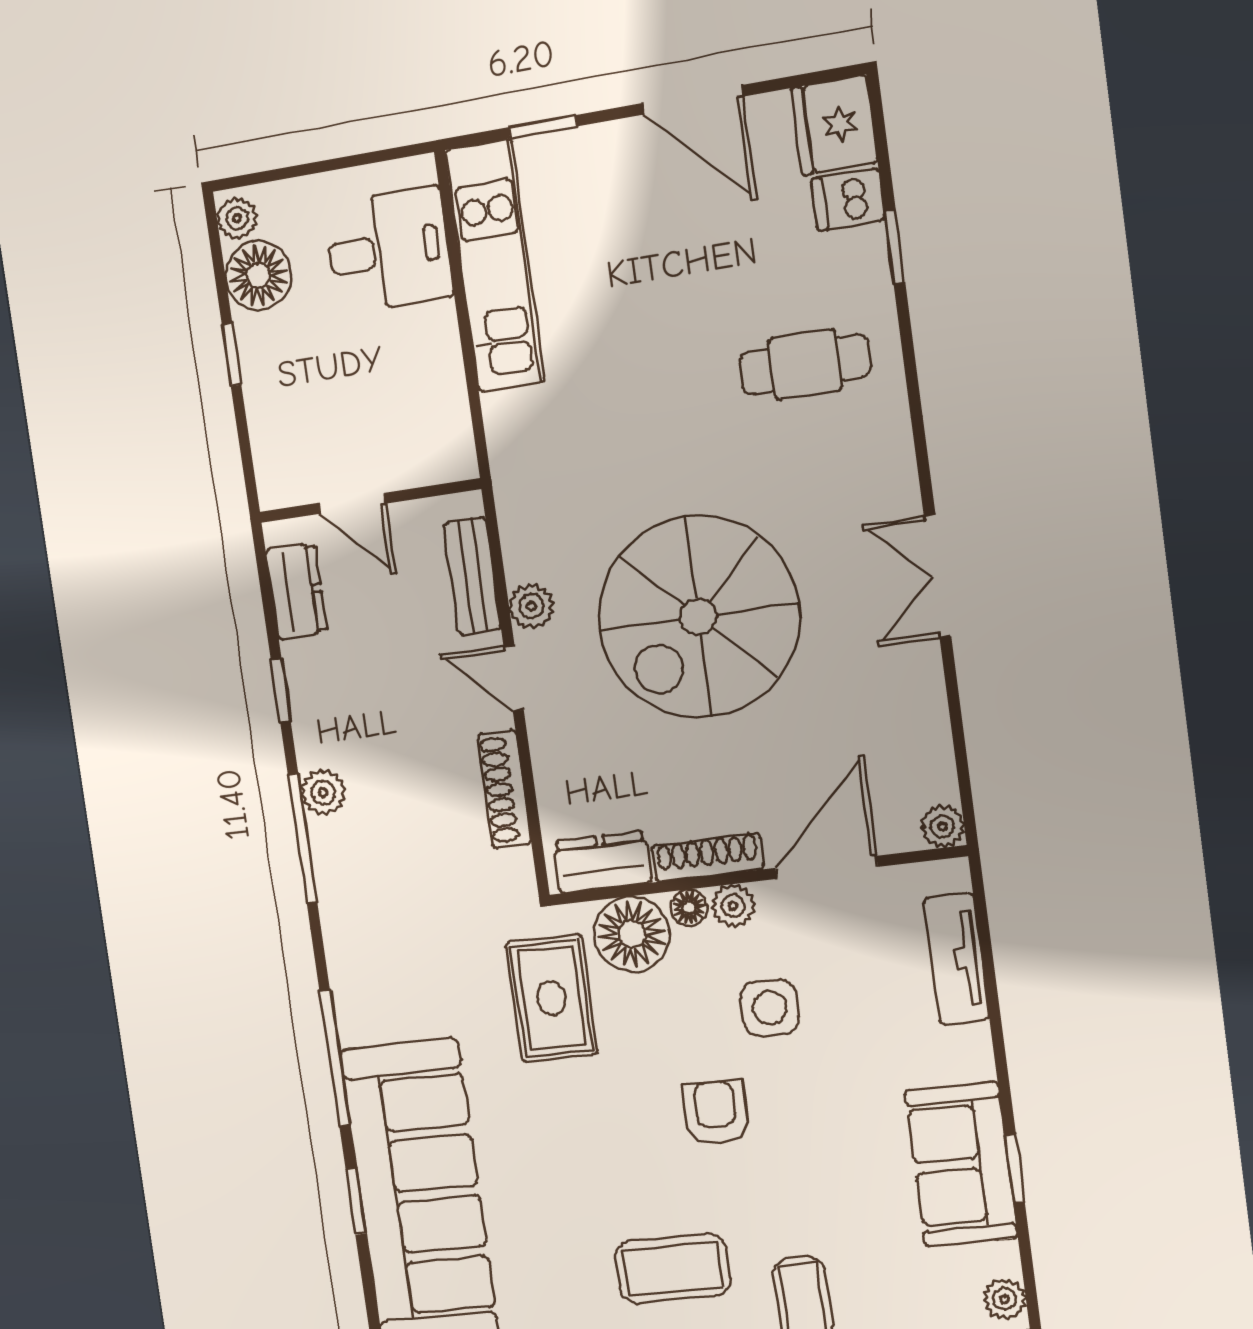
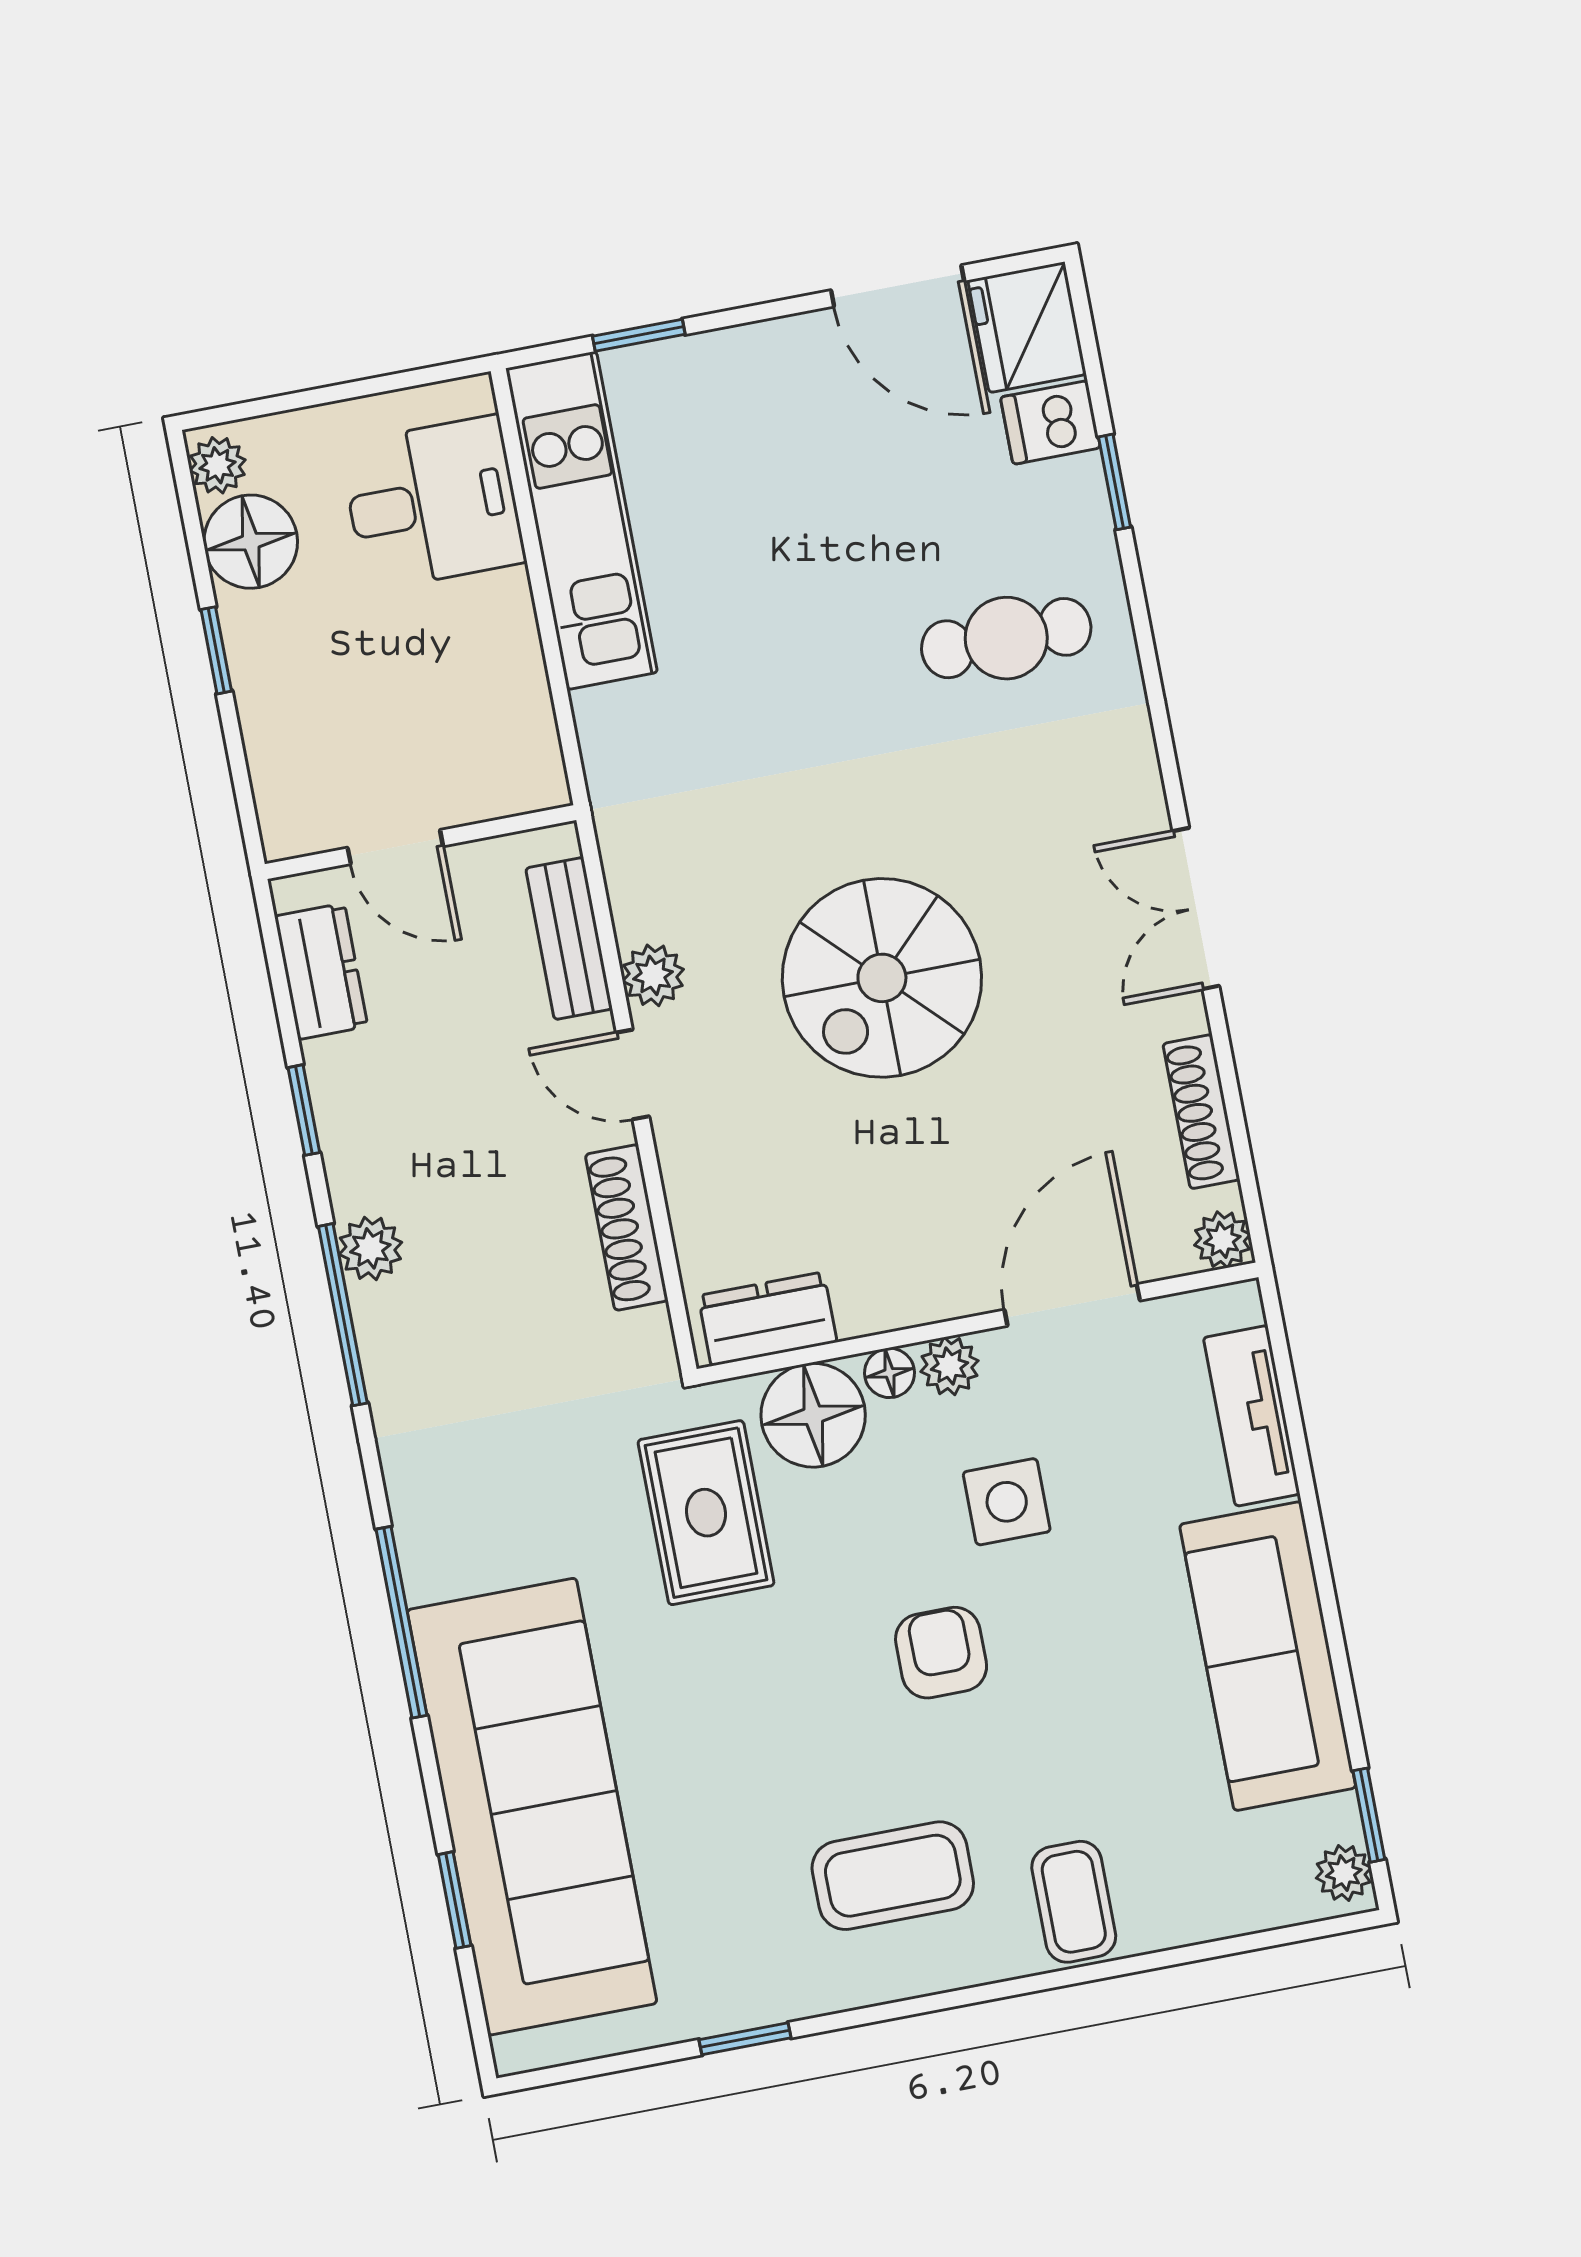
door: (692, 100) -> (898, 286), moved
spiral stairs: (698, 617) -> (882, 978), width x0.73, depth x0.73
shoe rack: (707, 857) -> (1201, 1112), moved, turned -90
sofa: (961, 1164) -> (1268, 1656), width x1.36
window: (1015, 1169) -> (1369, 1815), moved
window: (356, 1201) -> (455, 1900), moved

